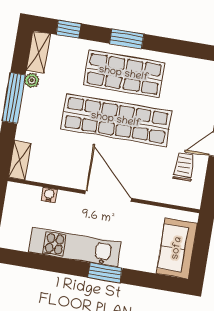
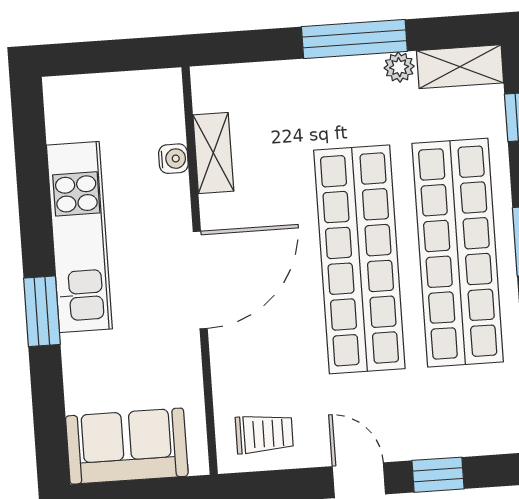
shop shelf: (124, 74) -> (458, 253), width x1.40
shelving: (20, 160) -> (213, 153), moved, turned 90
trolley: (184, 167) -> (264, 434), moved

